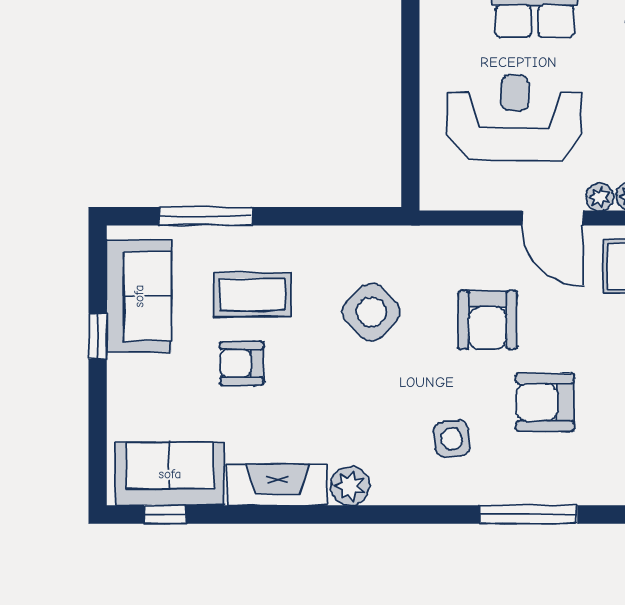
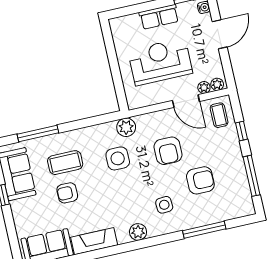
plant: (406, 247) -> (126, 127), added
side table: (371, 312) -> (118, 158), turned 45
armchair: (545, 402) -> (200, 180), turned 180
plant: (350, 486) -> (138, 232), moved

